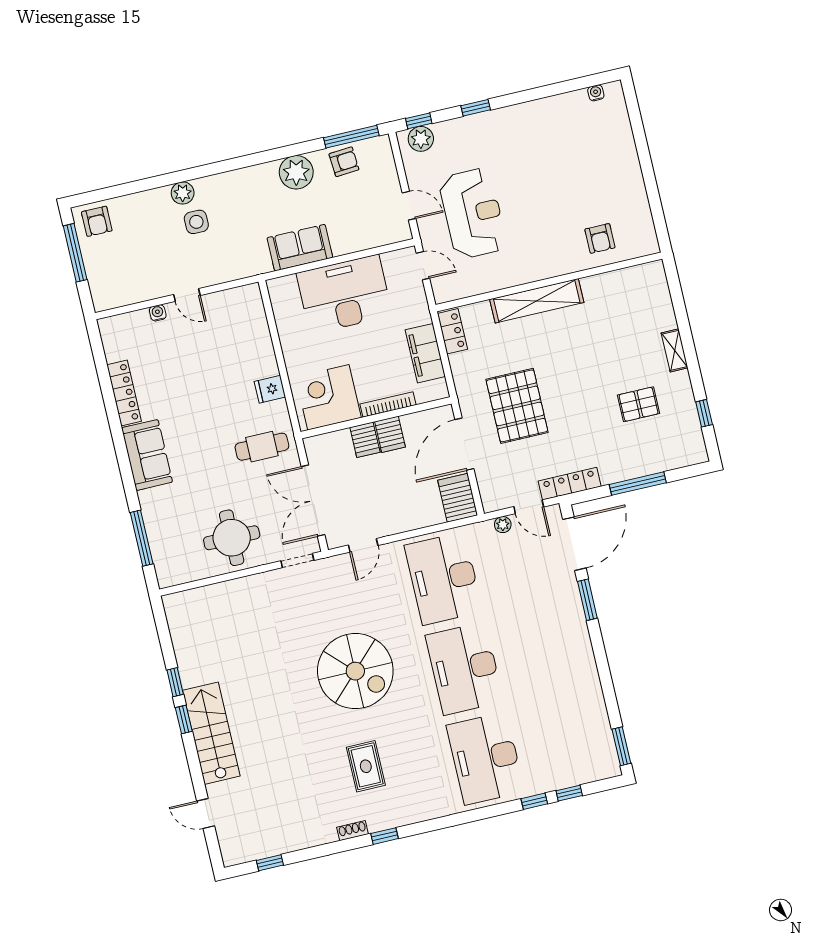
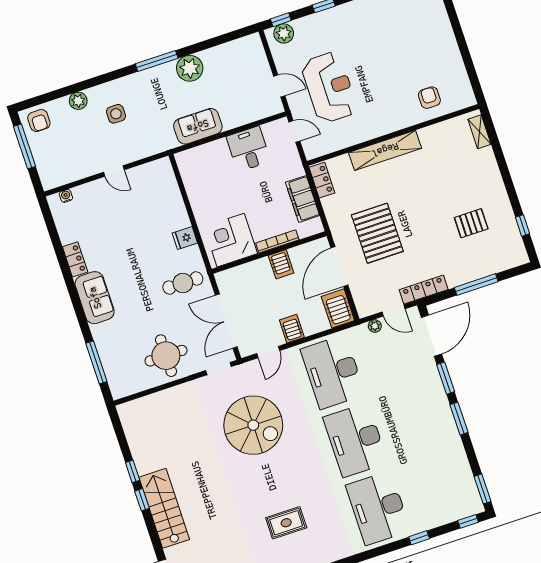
window: (351, 137) -> (157, 61), moved
armchair: (344, 162) -> (226, 57), removed
plant: (183, 193) -> (78, 101), moved
armchair: (600, 238) -> (429, 98), turned 180
desk: (344, 294) -> (248, 149), width x0.53, depth x0.77
water cooler: (158, 313) -> (66, 196), moved
shelving: (675, 350) -> (479, 132), moved
locker: (124, 393) -> (75, 259), width x0.66
server rack: (365, 440) -> (292, 329), moved, turned 180
window: (600, 653) -> (459, 419), added
spiral stairs: (355, 671) -> (253, 425), moved
rug: (366, 766) -> (286, 523), turned 90
window: (569, 793) -> (468, 521), moved

